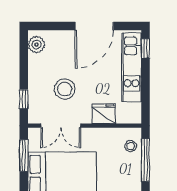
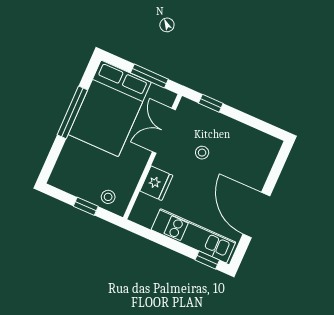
plant: (36, 45) -> (264, 143), removed
stool: (65, 89) -> (202, 153), width x0.53, depth x0.53
window: (145, 160) -> (86, 206), width x0.46

